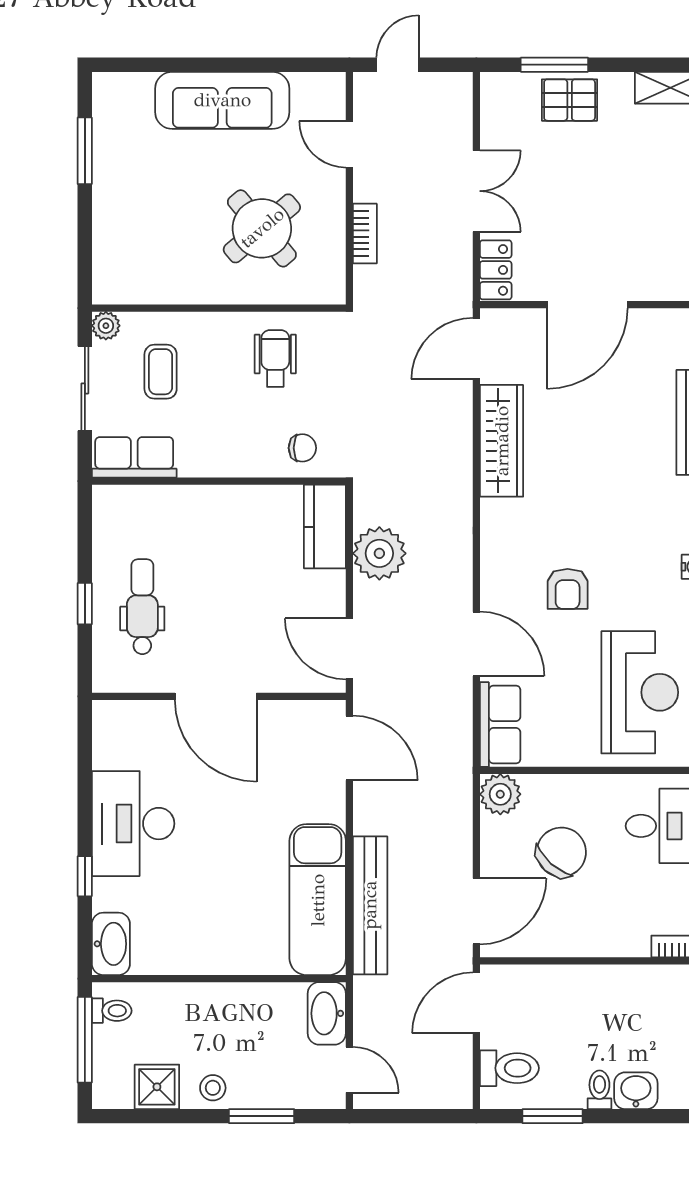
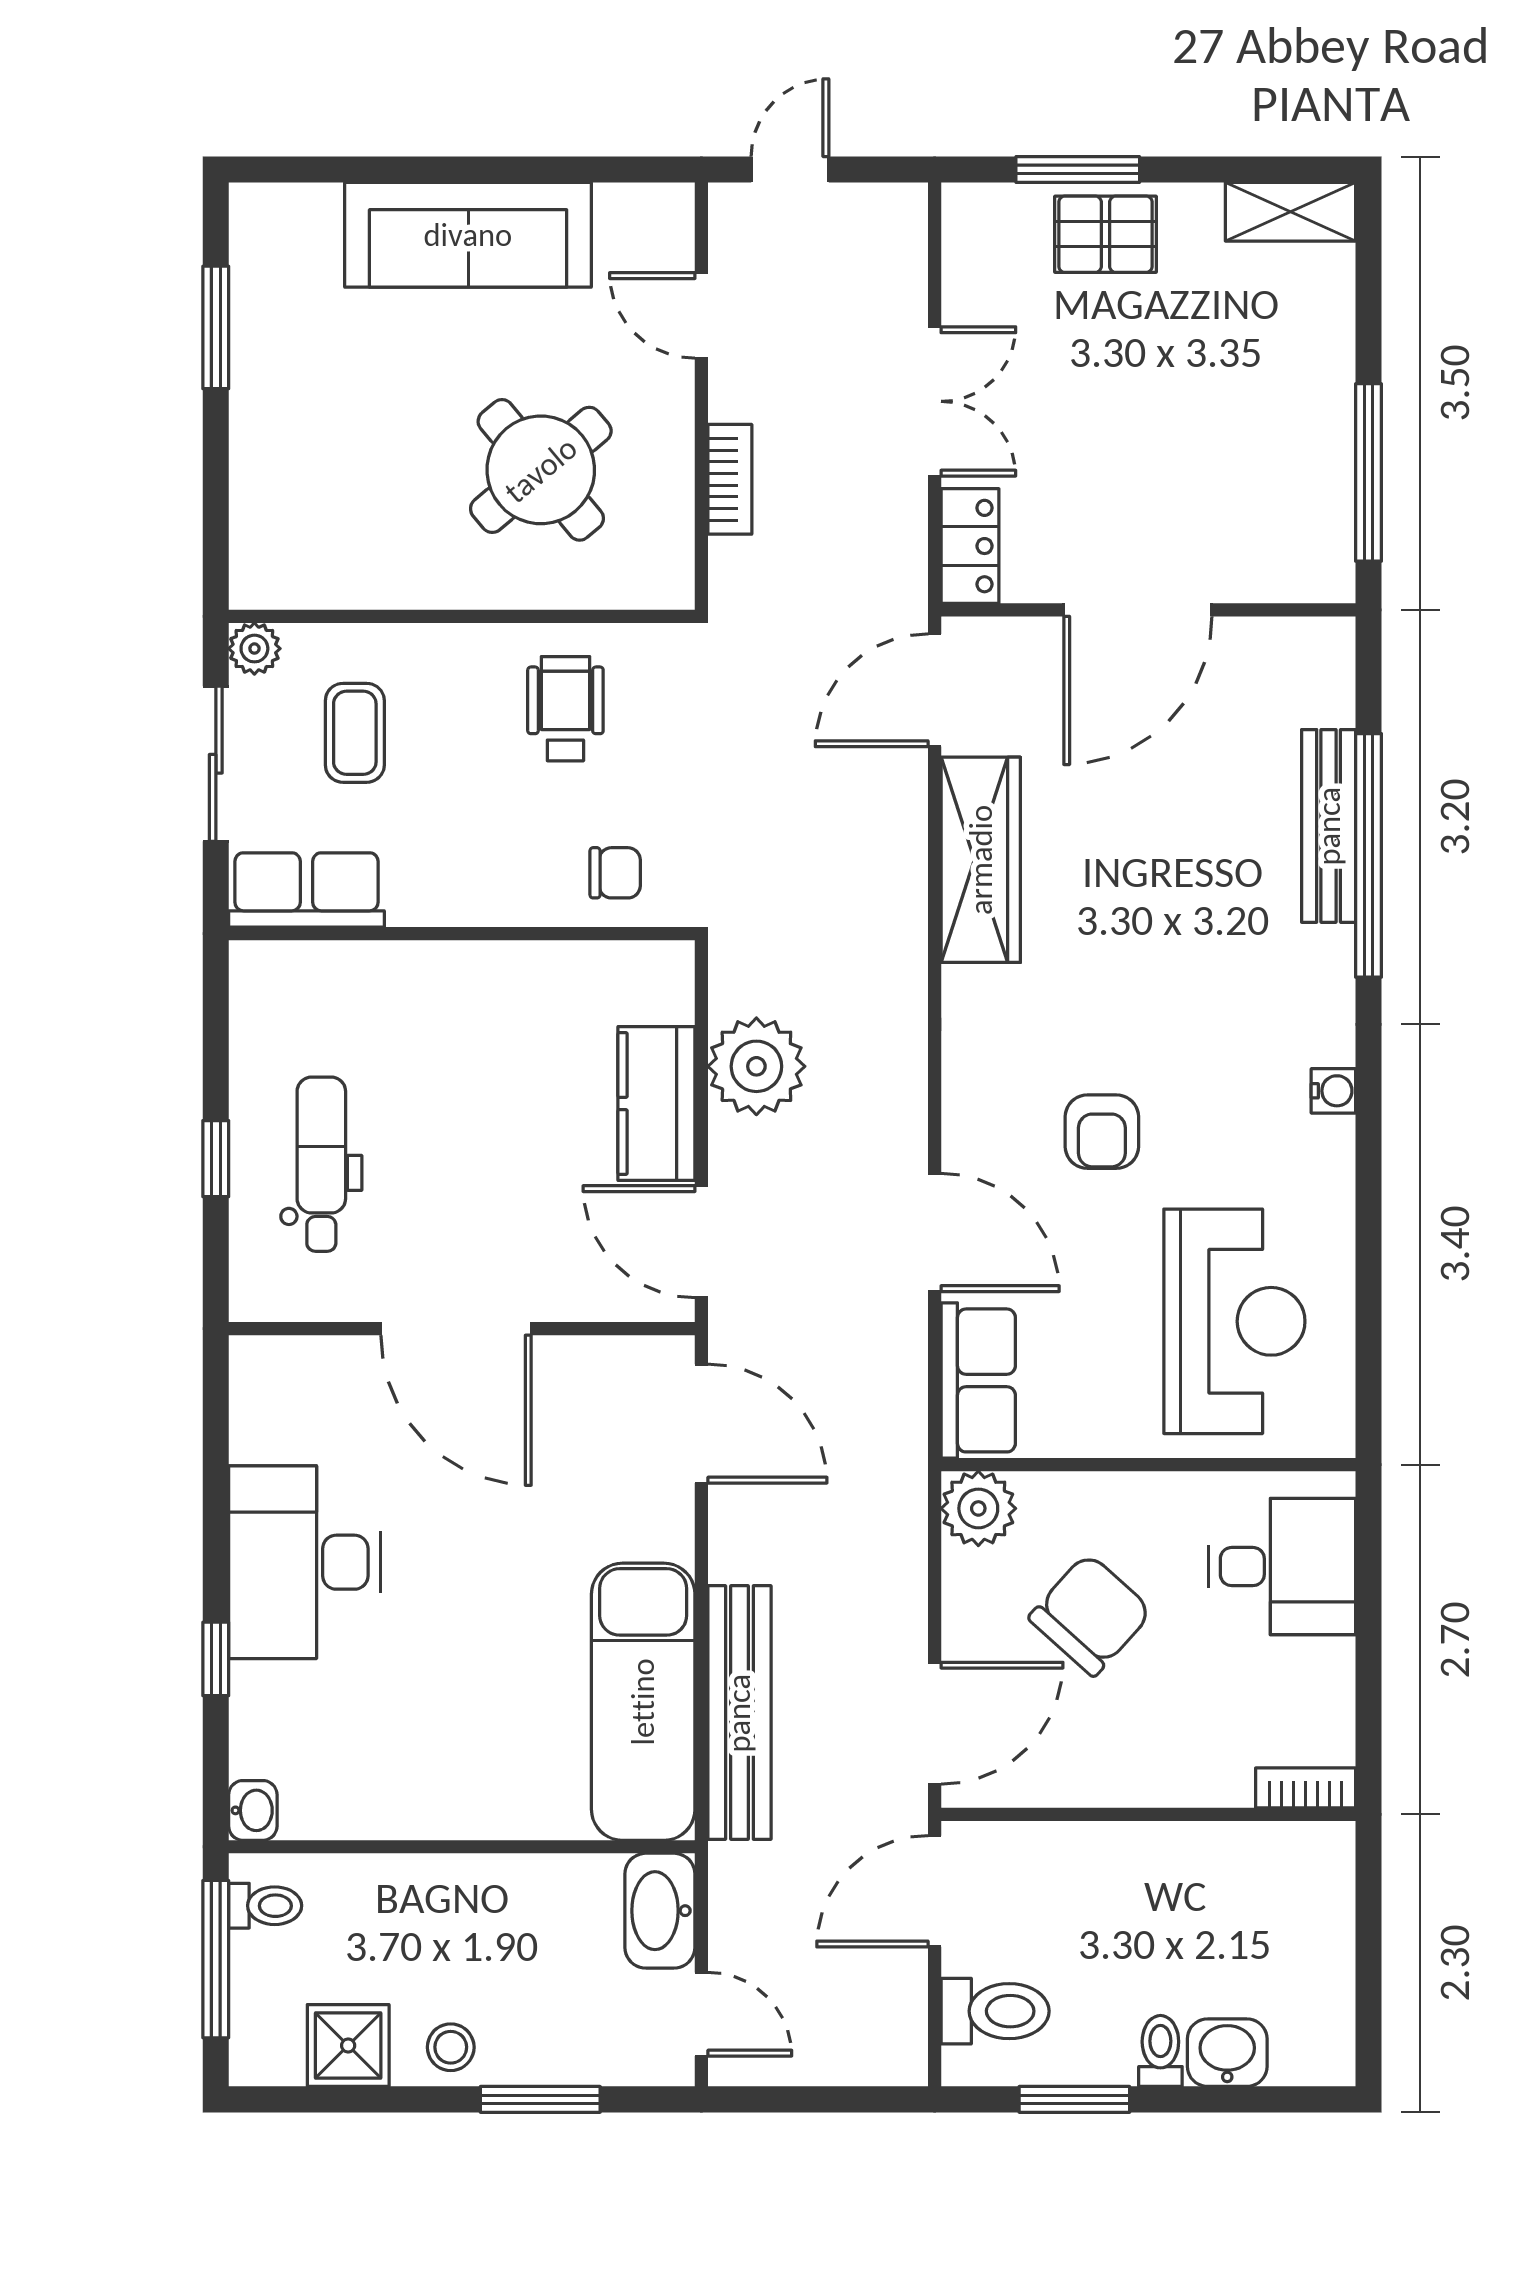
kitchen counter: (325, 527) -> (656, 1104), moved
washbasin: (111, 944) -> (253, 1810), width x0.52, depth x0.69

